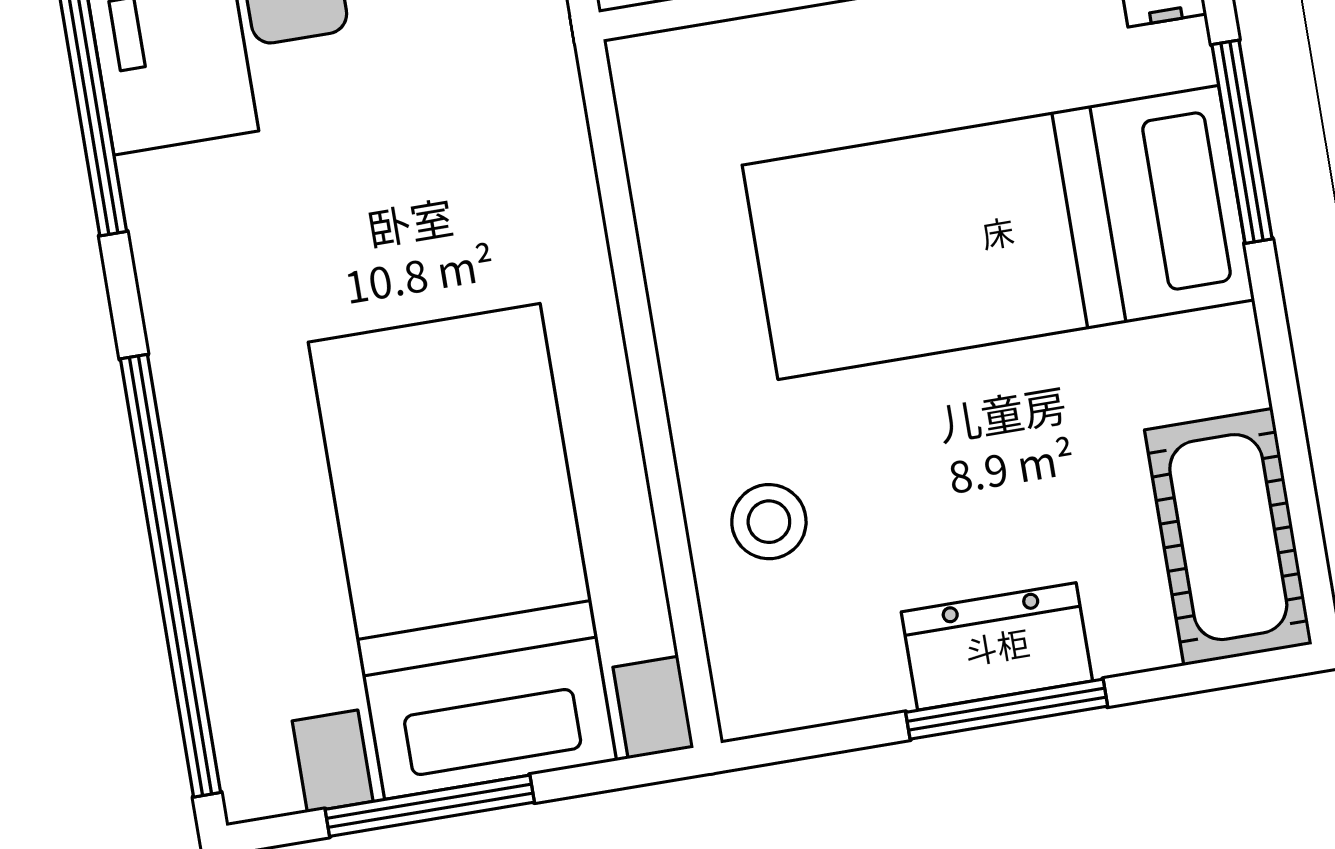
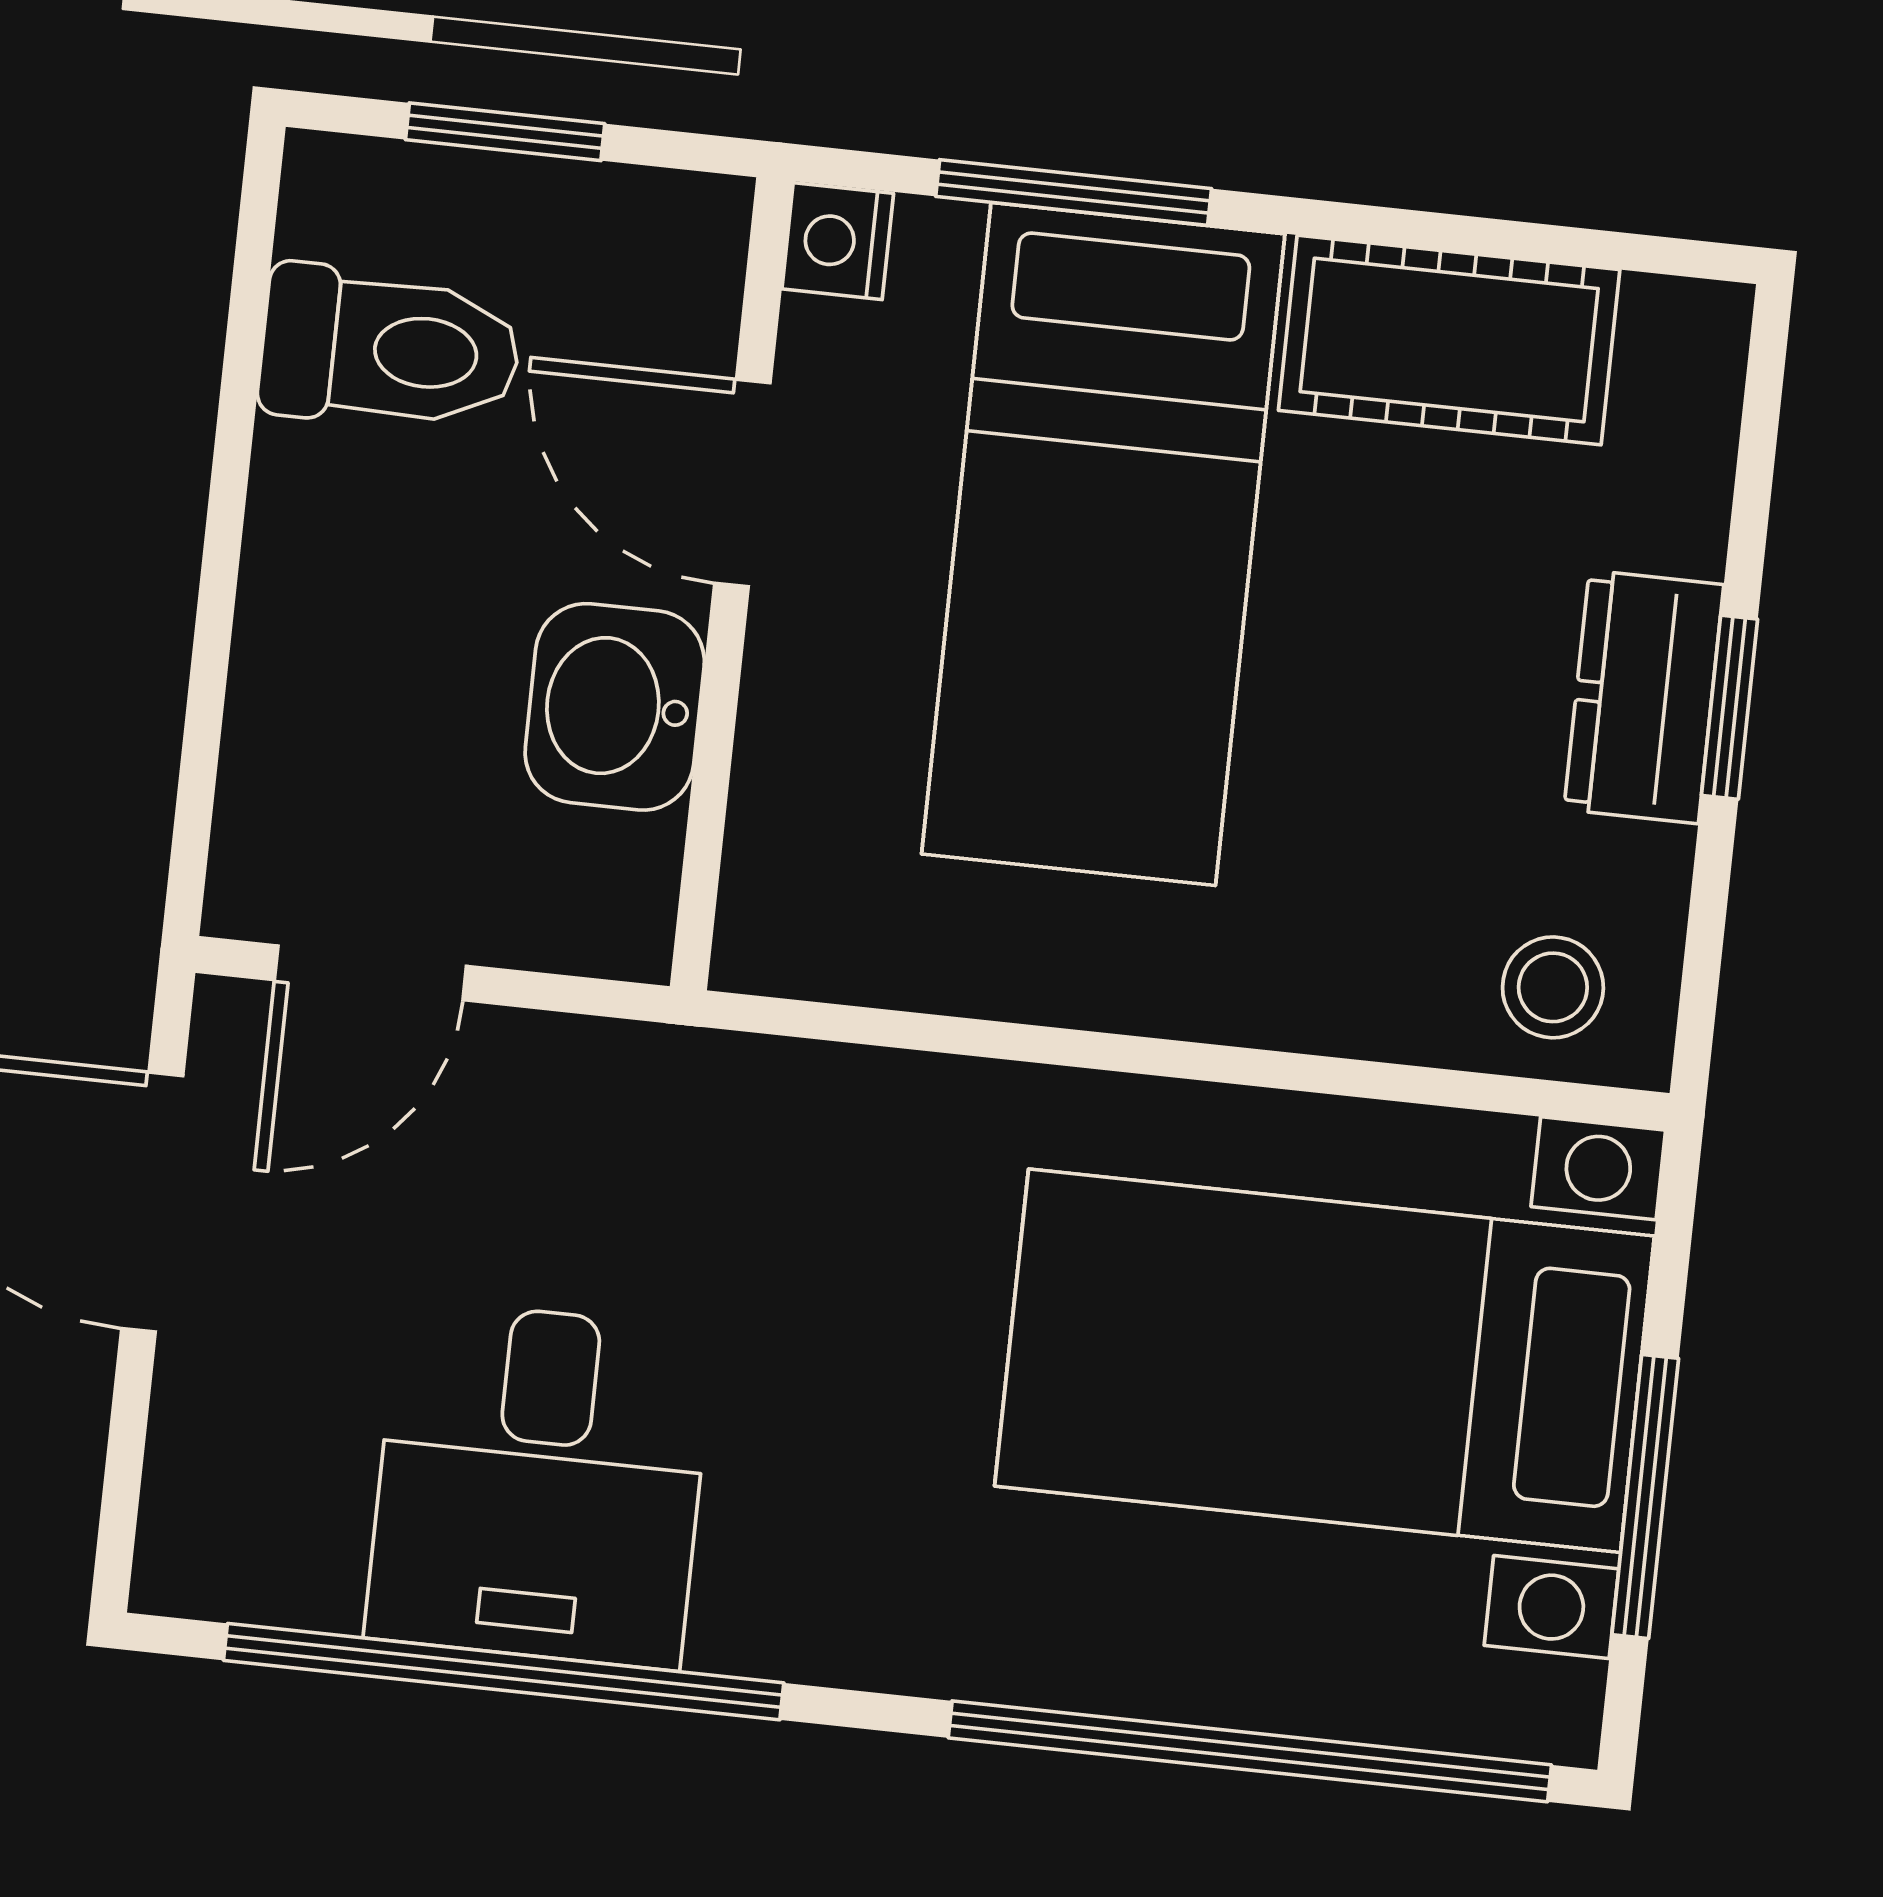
stool: (769, 522) -> (1553, 987), moved
cot: (1228, 537) -> (1449, 340), moved
window: (1007, 709) -> (1730, 707), width x0.67

